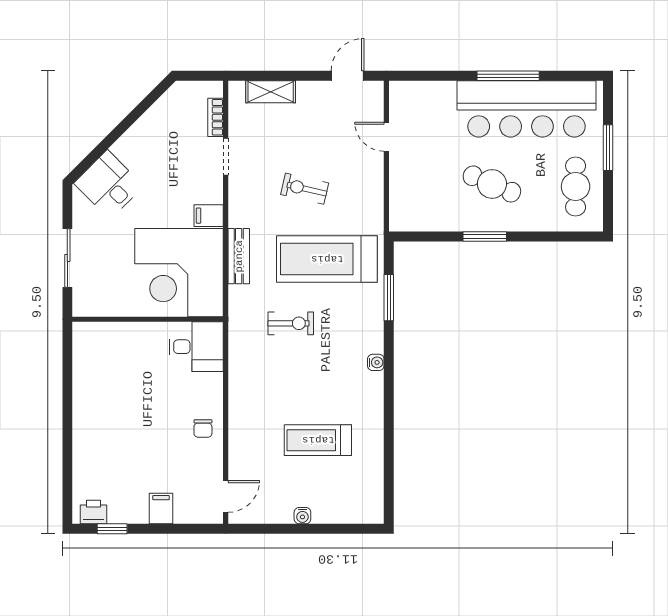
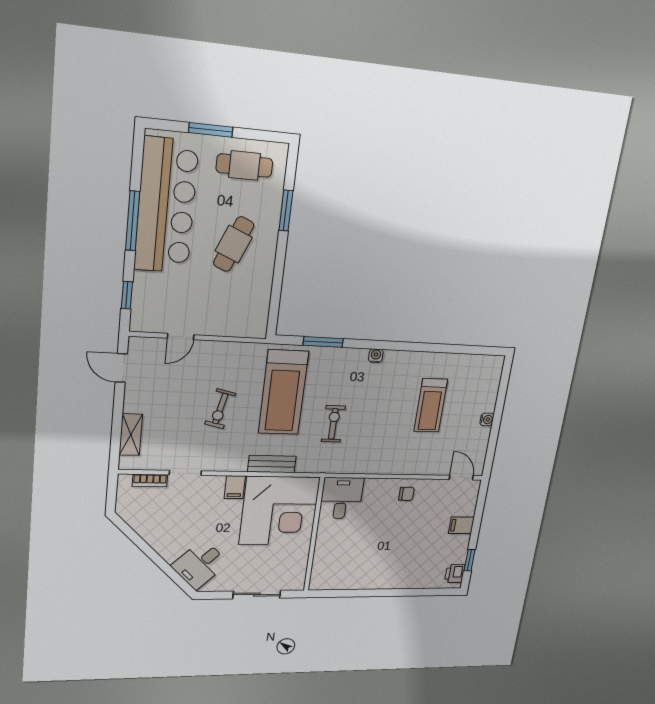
window: (429, 76) -> (127, 295), added
window: (485, 237) -> (286, 211), moved

